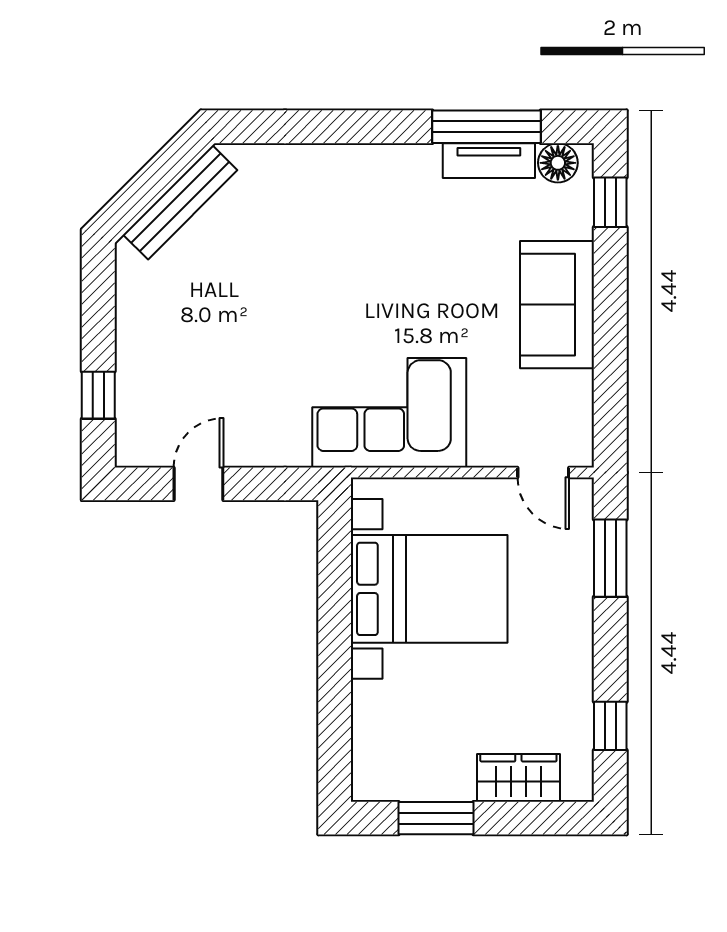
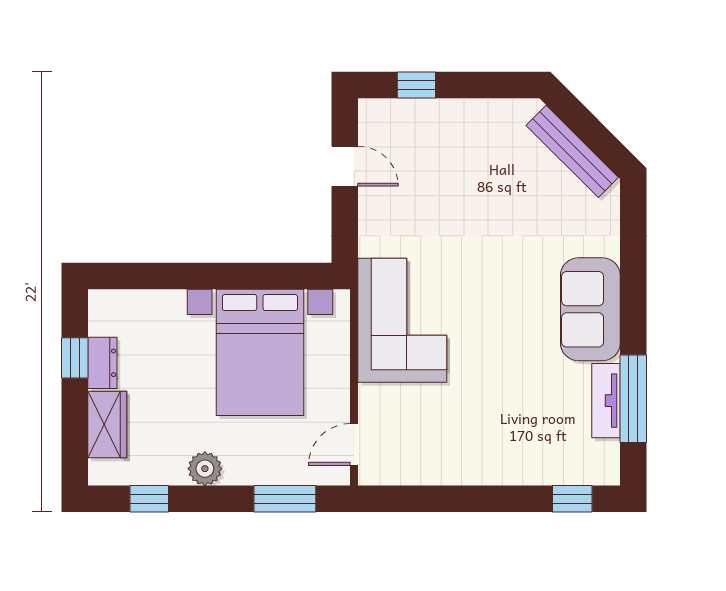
floor lamp: (558, 163) -> (604, 456), removed
sofa: (557, 305) -> (590, 309), moved, turned -90
plant: (573, 657) -> (205, 469), added
dresser: (442, 784) -> (102, 363), added
window: (436, 818) -> (75, 358), width x0.67

